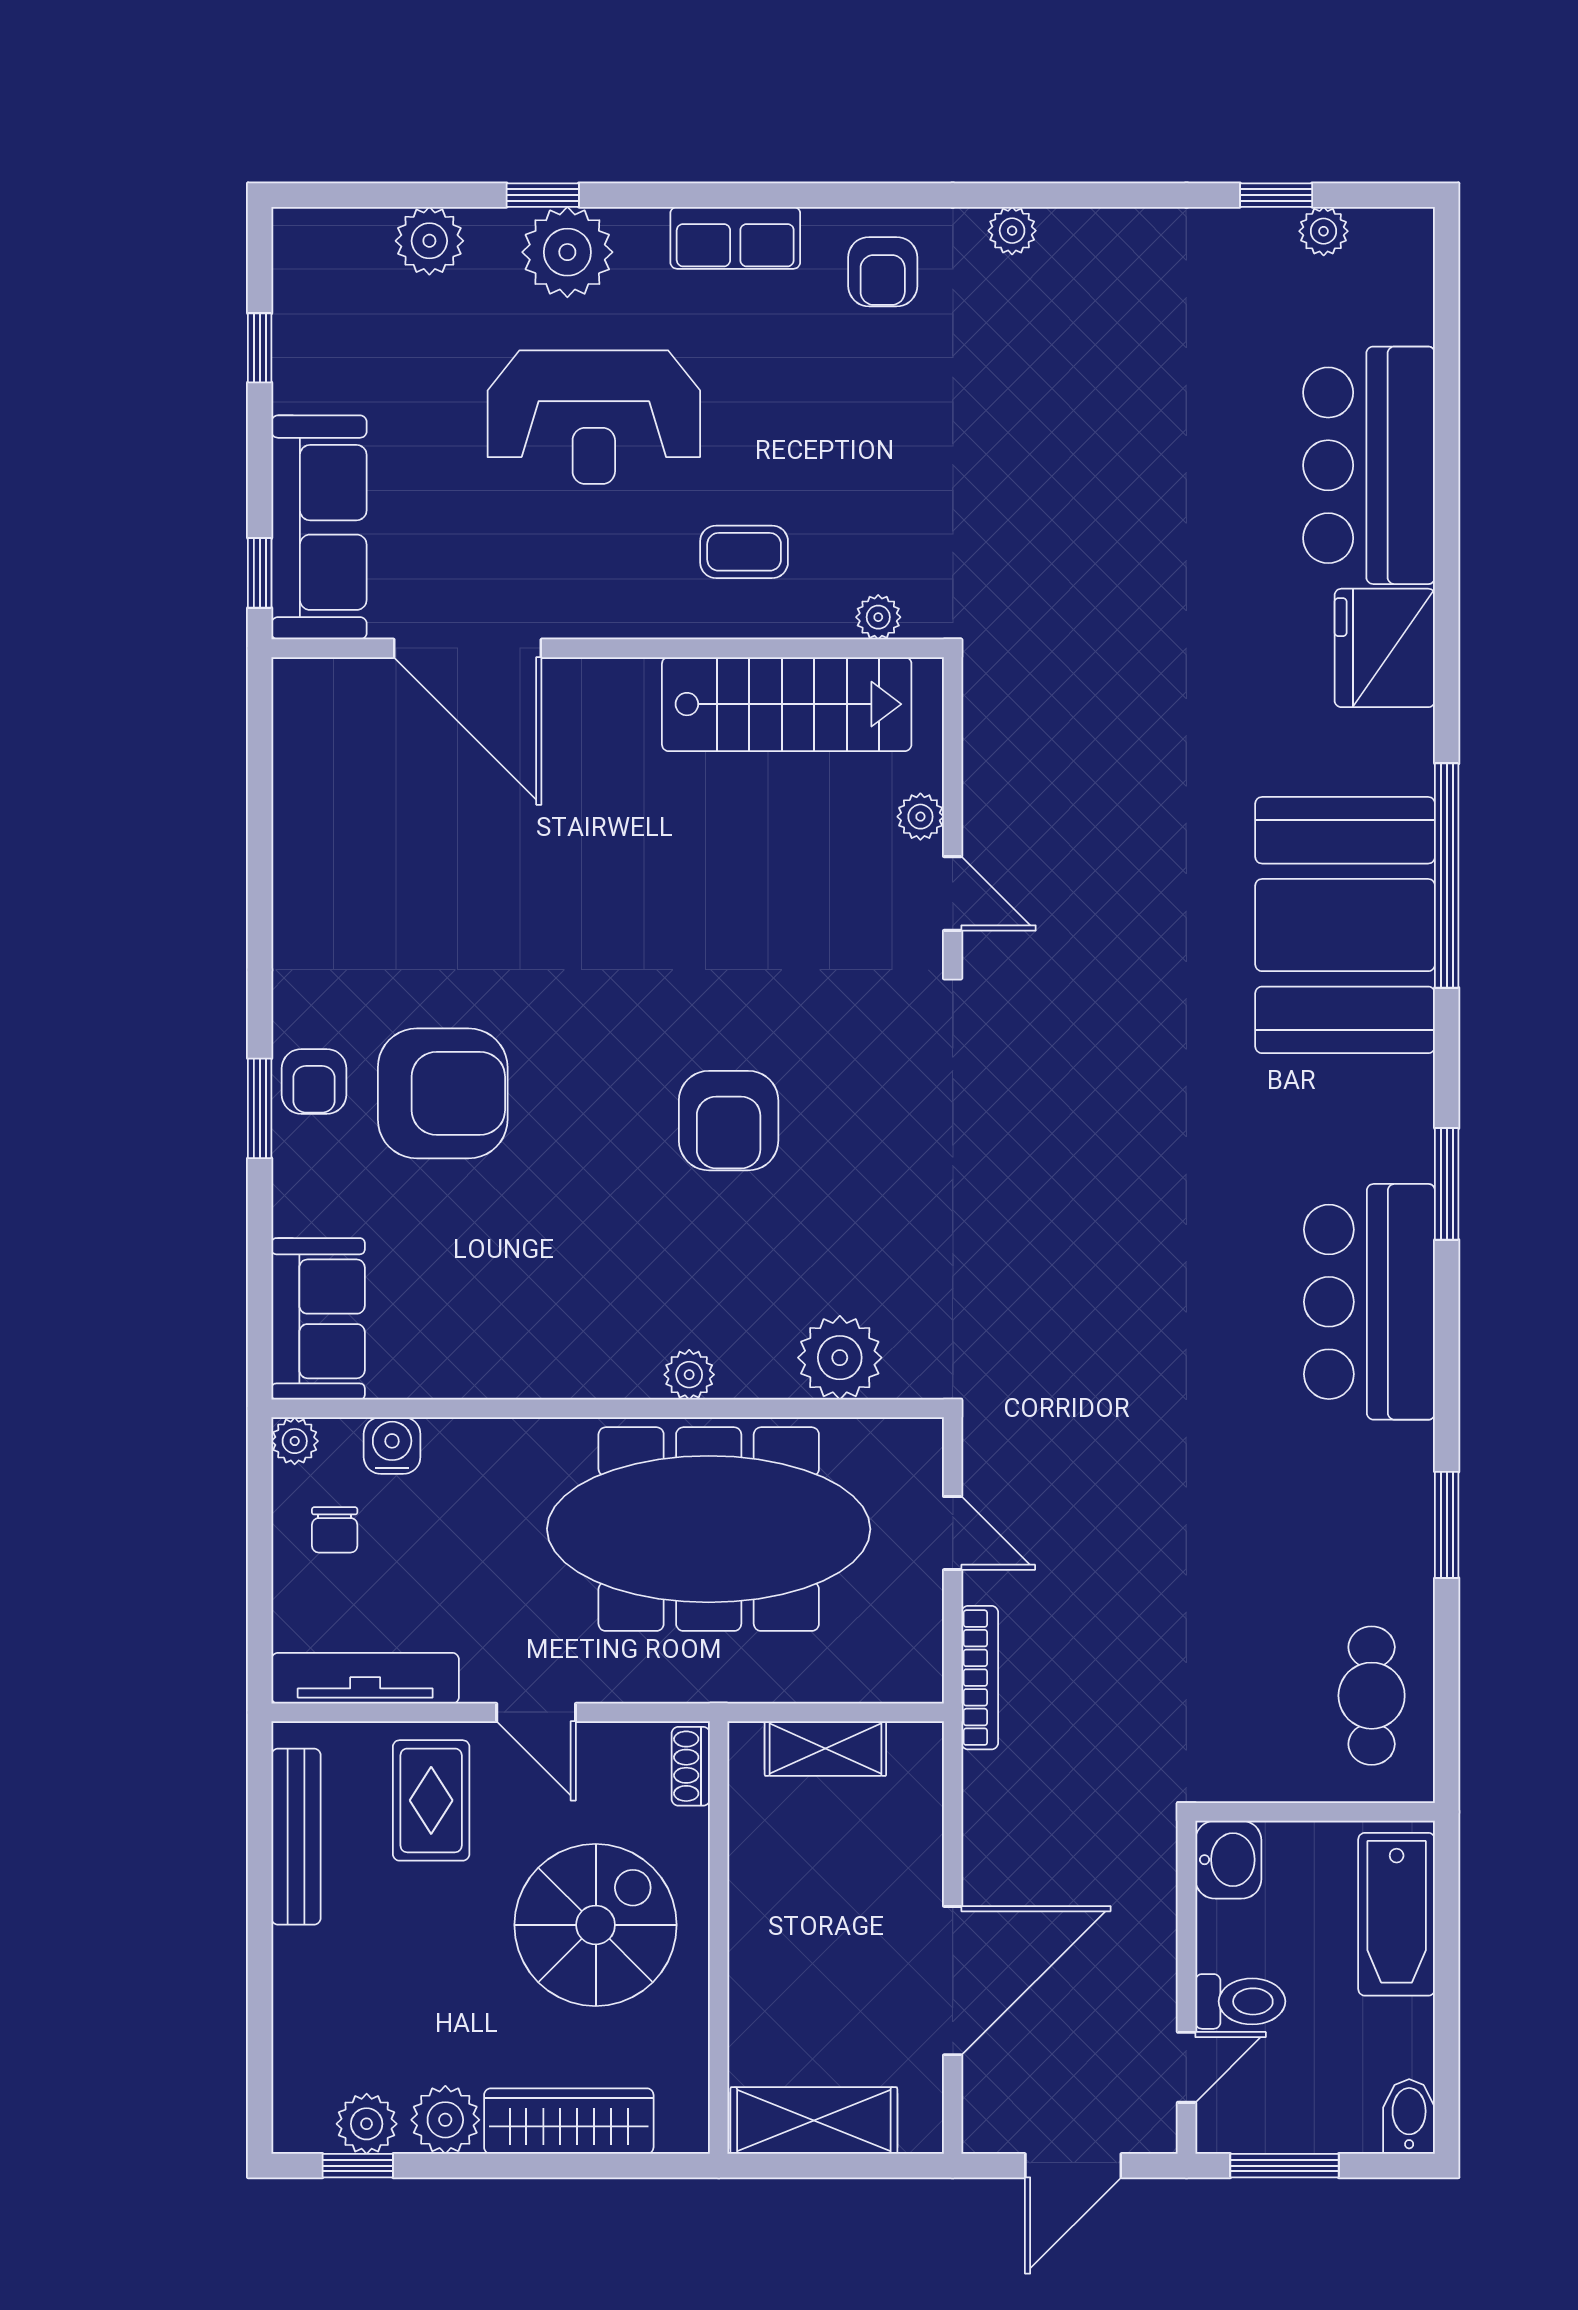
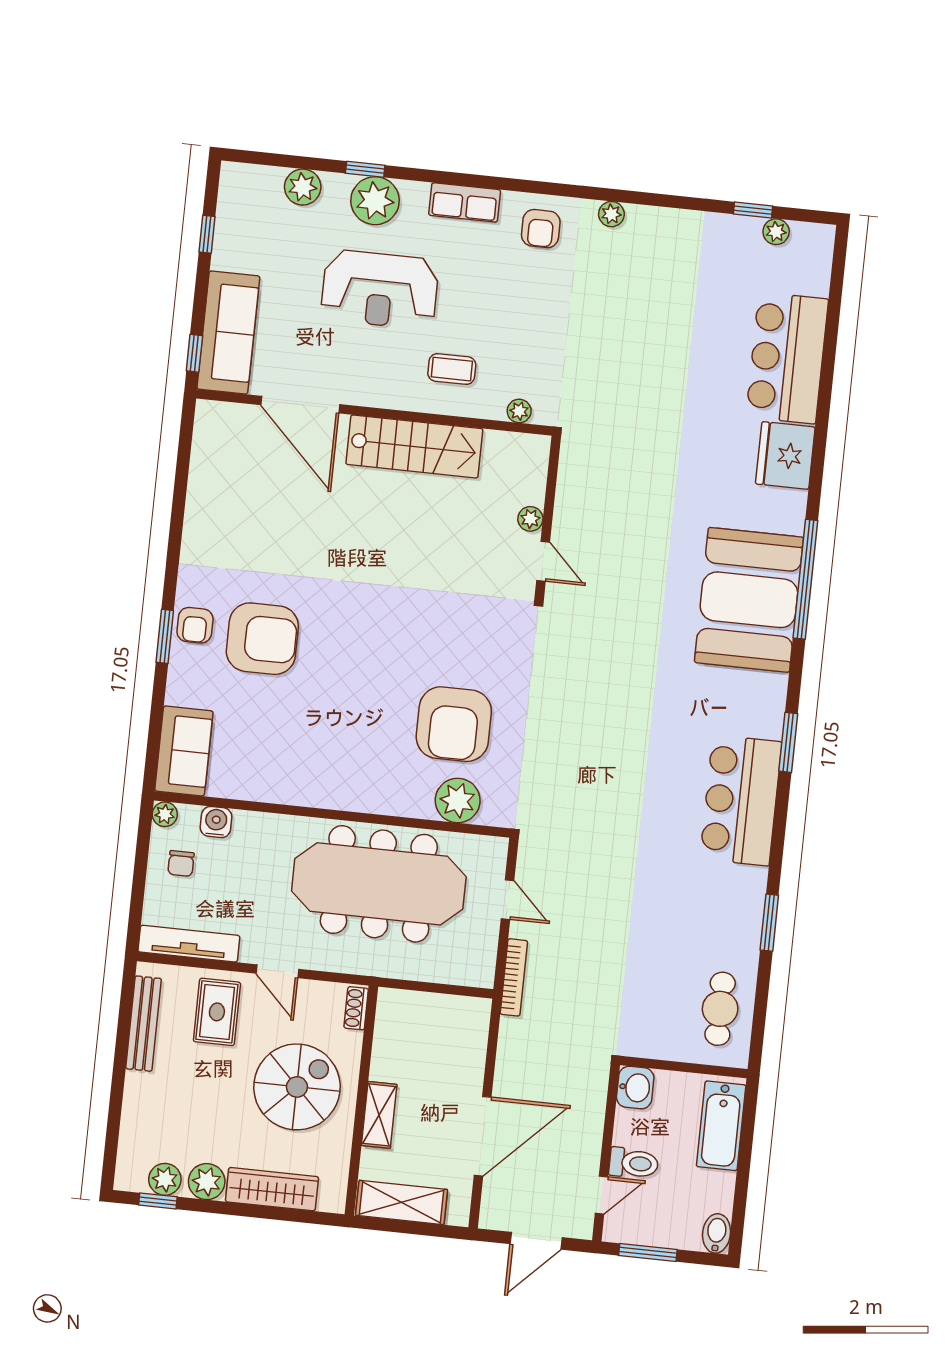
stairs: (787, 704) -> (414, 446), moved
armchair: (729, 1121) -> (454, 724), moved, width x1.36, depth x1.36
plant: (689, 1375) -> (377, 801), removed
shelving: (825, 1749) -> (379, 1115), moved, turned 90

